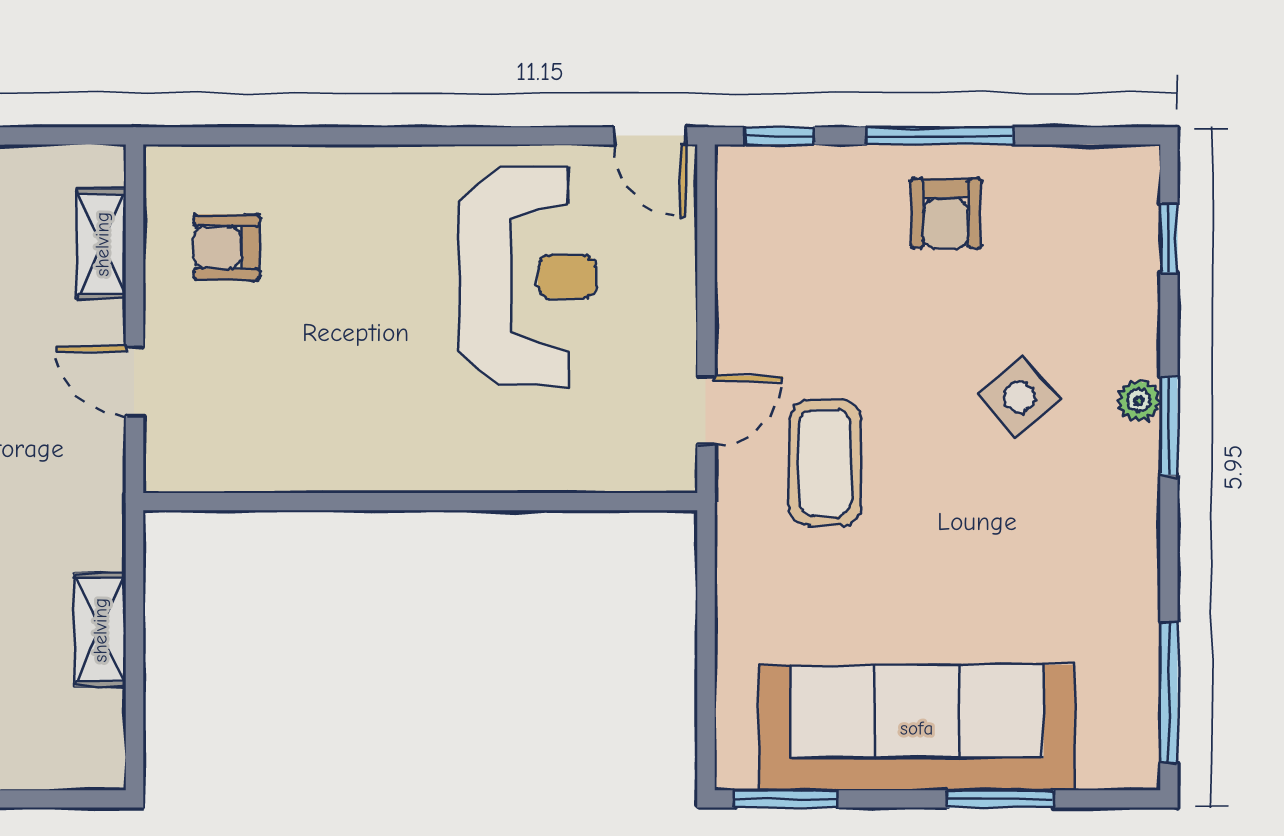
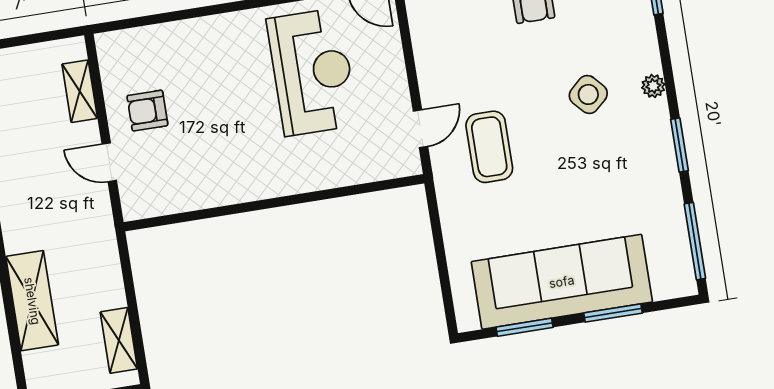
armchair: (227, 247) -> (147, 111), moved
window: (1169, 426) -> (679, 145), moved
shelving: (100, 630) -> (119, 340), moved
window: (785, 799) -> (524, 327), moved

